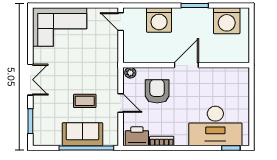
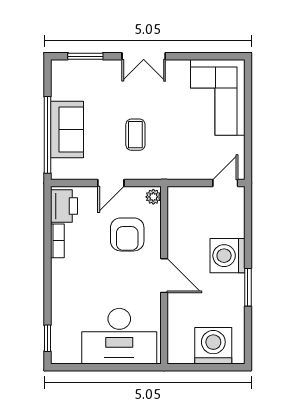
washing machine: (159, 20) -> (228, 256), moved
washing machine: (227, 21) -> (213, 346), moved, turned 90
armchair: (157, 91) -> (127, 234), turned 90
coffee table: (85, 101) -> (135, 135), moved
desk: (215, 126) -> (119, 336), moved, turned -90

